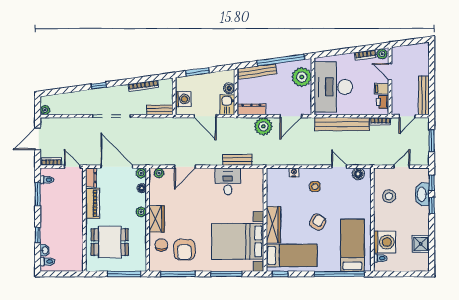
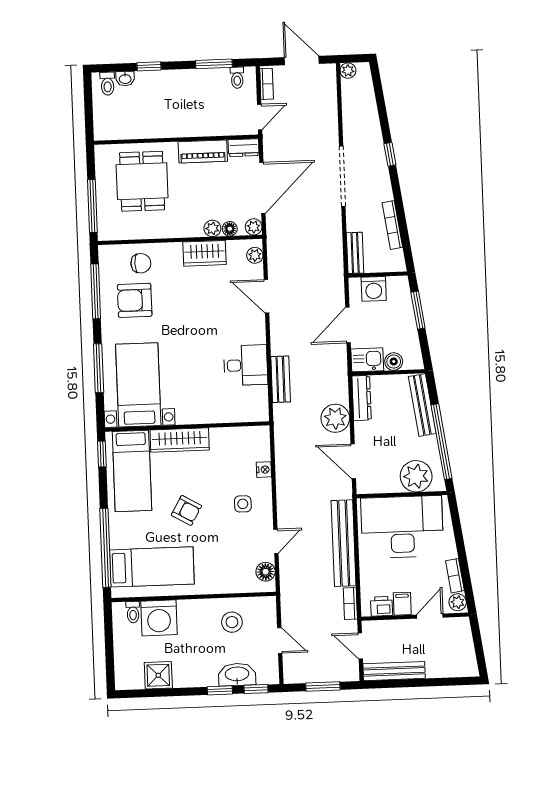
plant: (141, 212) -> (212, 228), moved
wardrobe: (157, 219) -> (205, 253), moved
bed with nightstands: (238, 241) -> (138, 385), width x0.73

